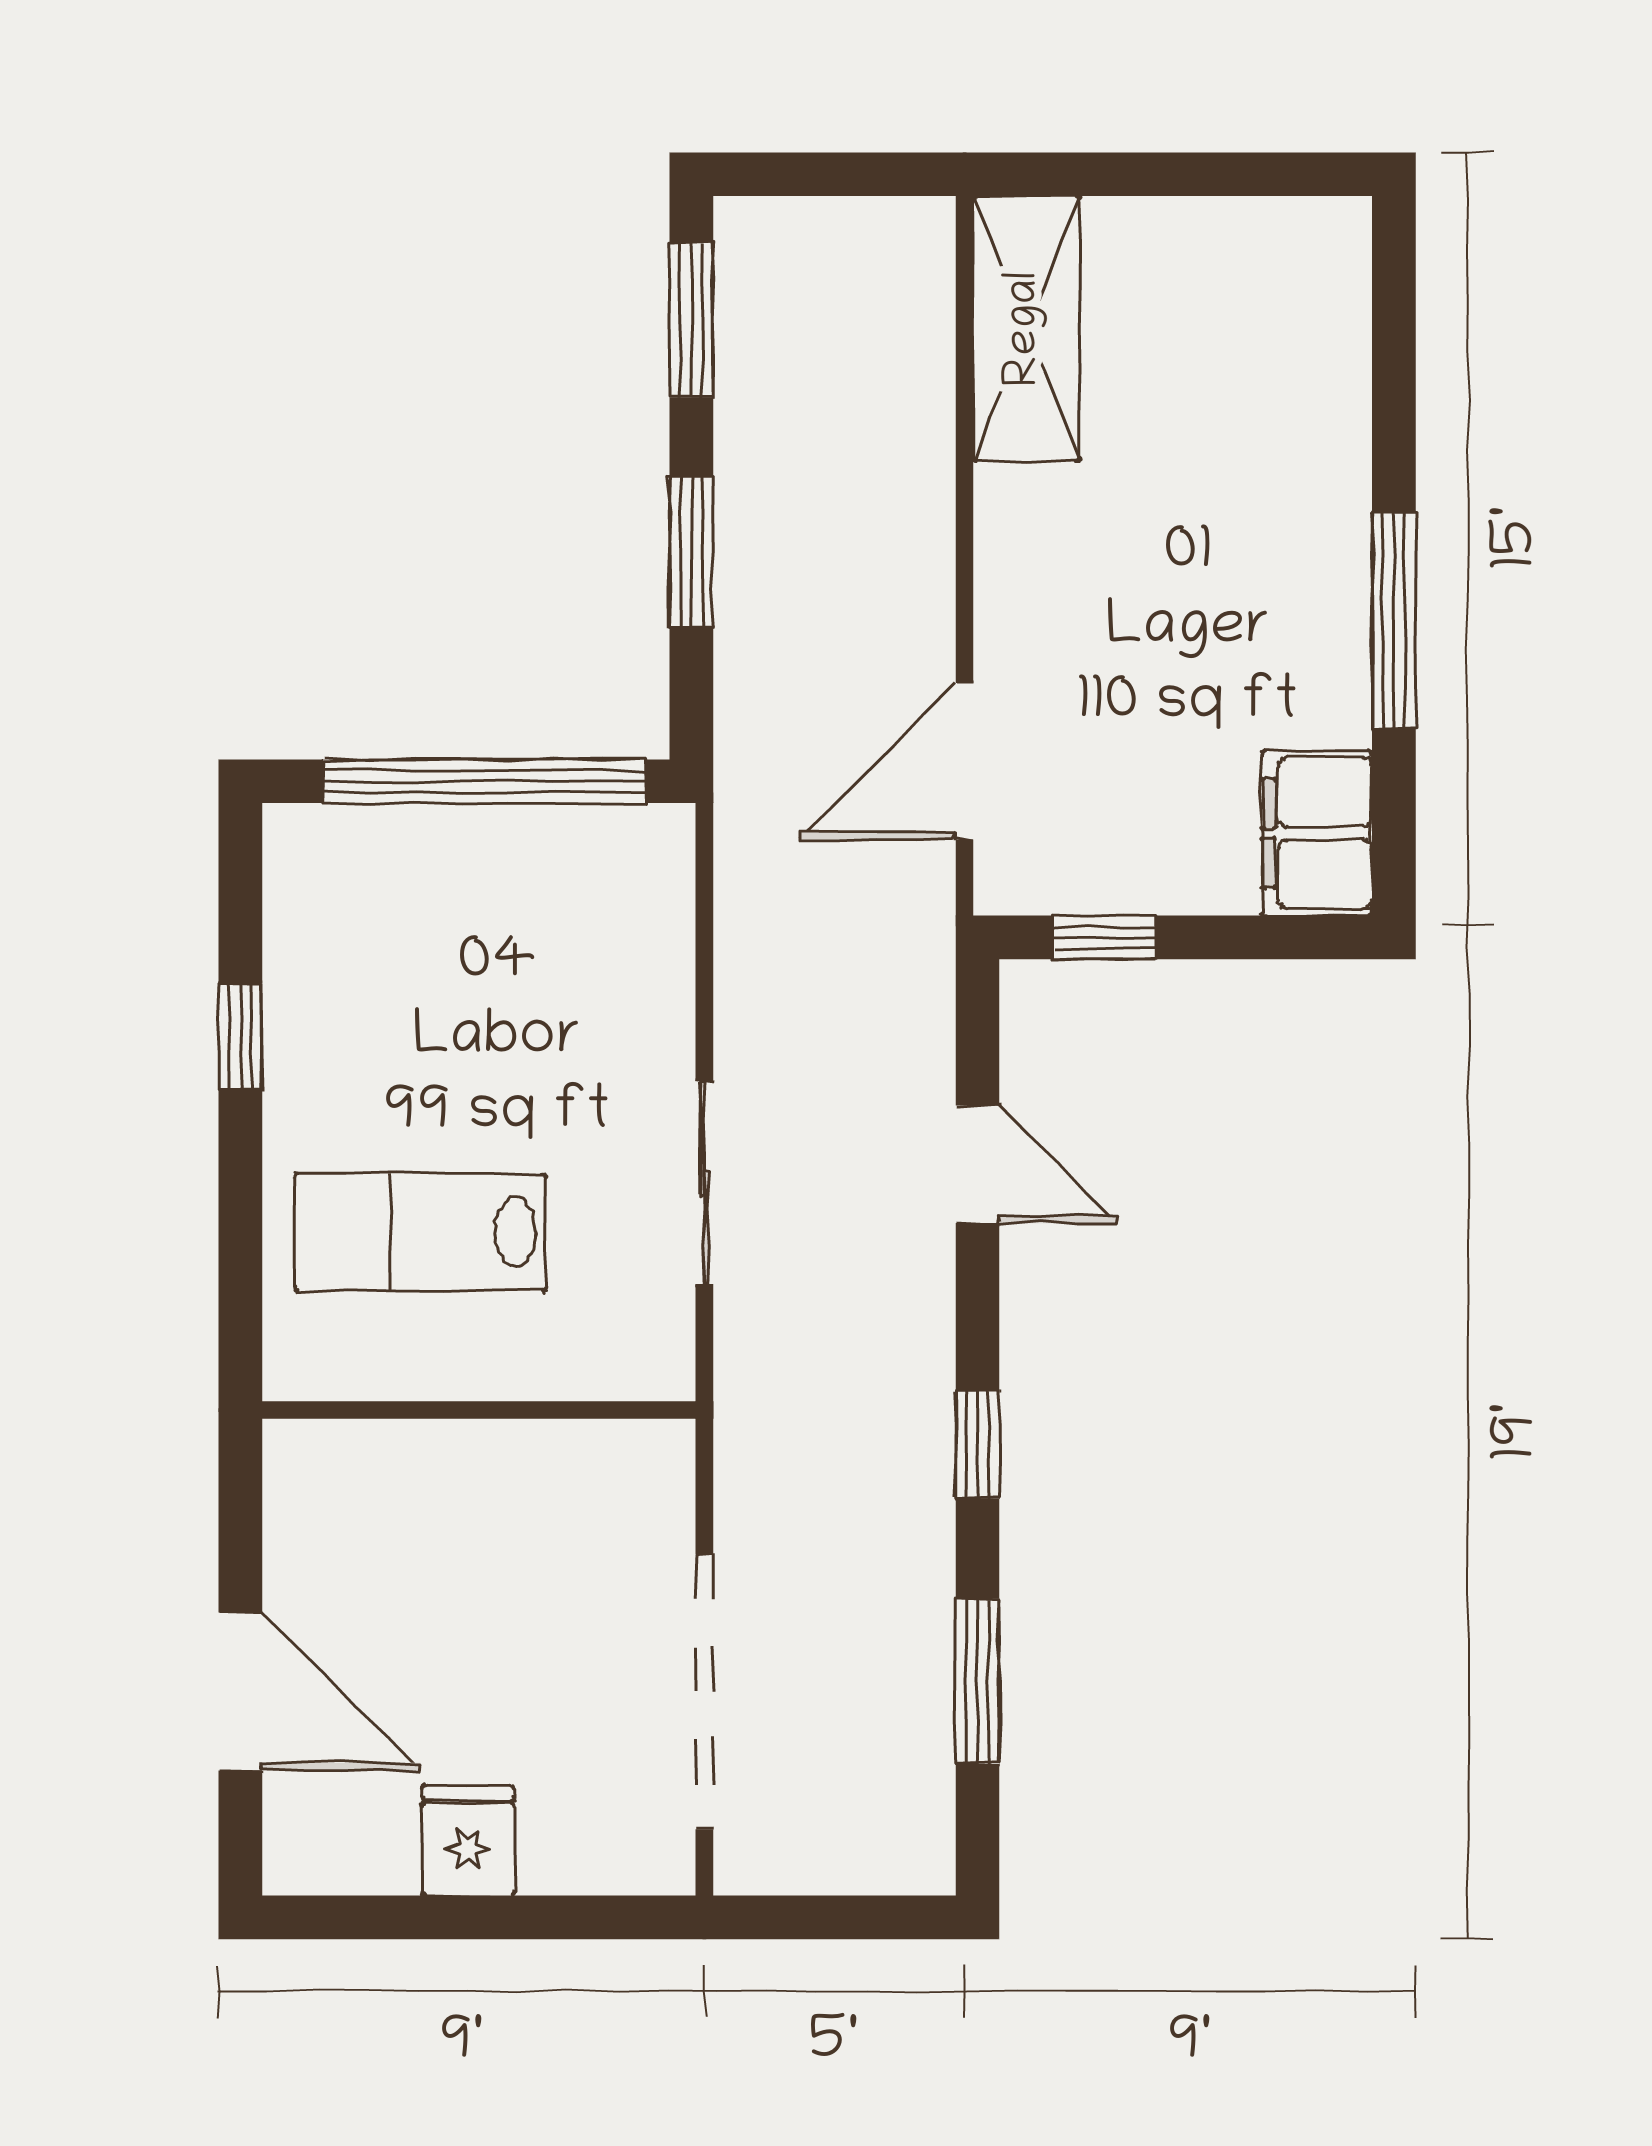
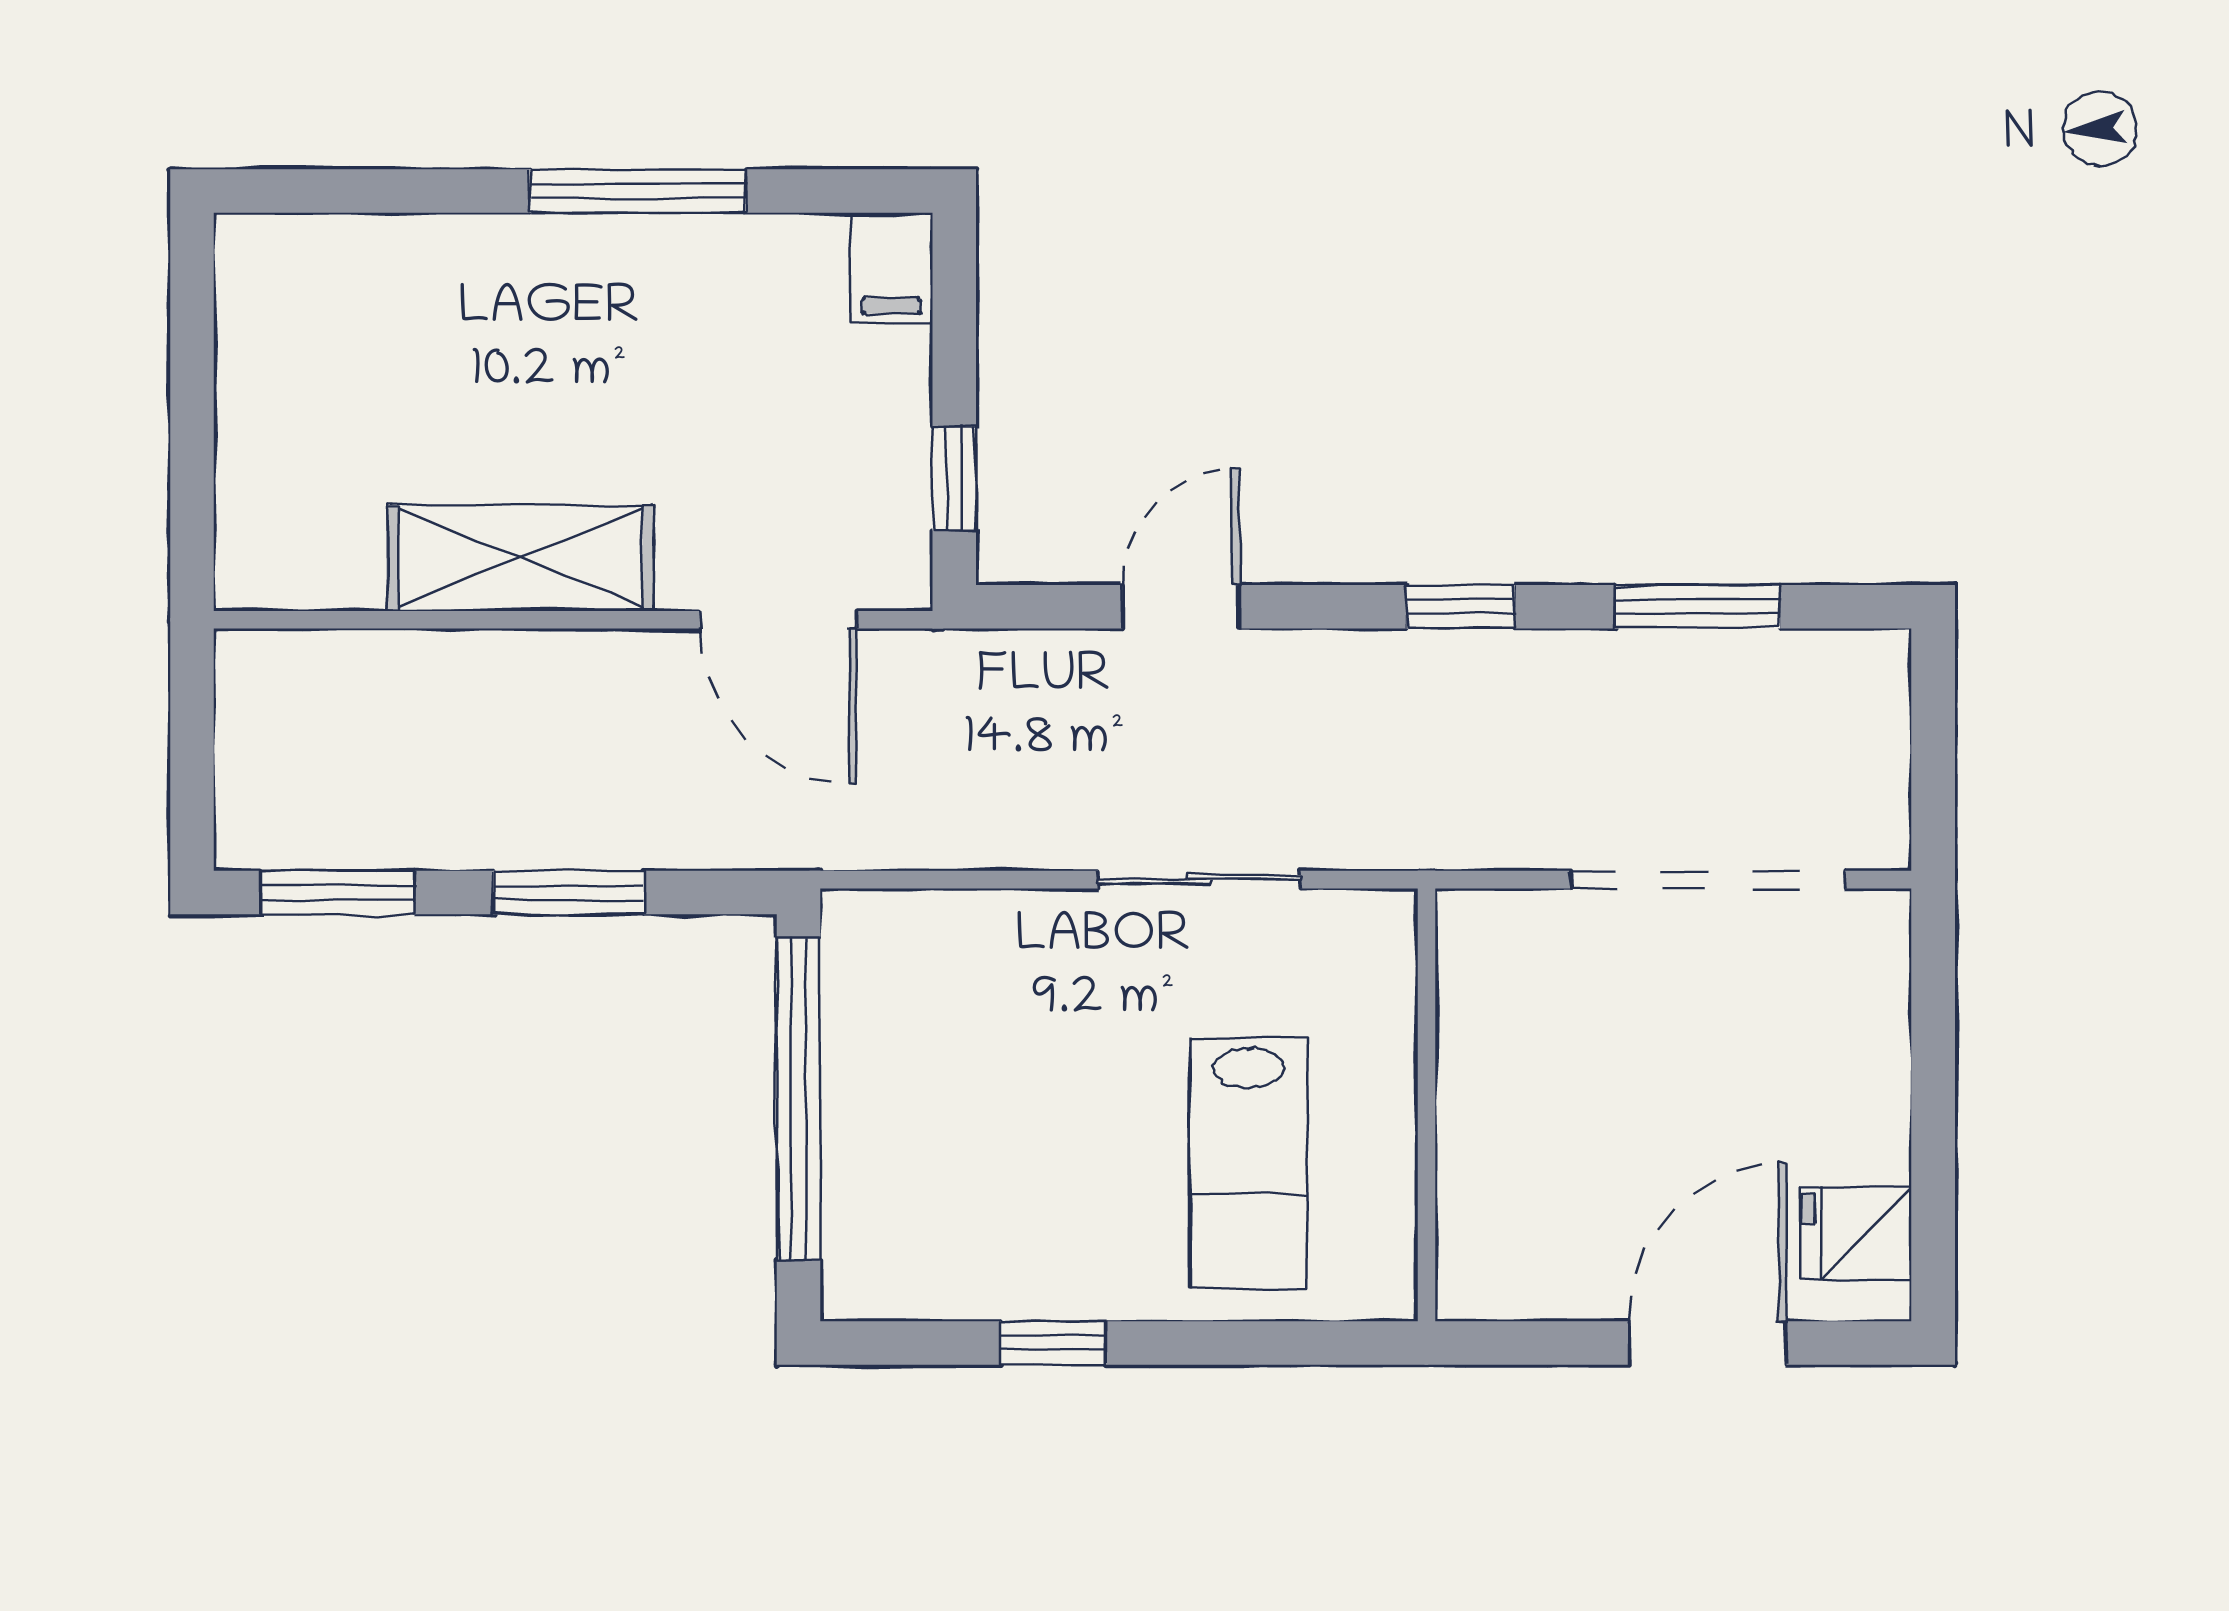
shelving: (1026, 329) -> (520, 558), moved
filing cabinet: (1317, 833) -> (892, 268), width x0.50
fridge: (468, 1841) -> (1856, 1233), moved

